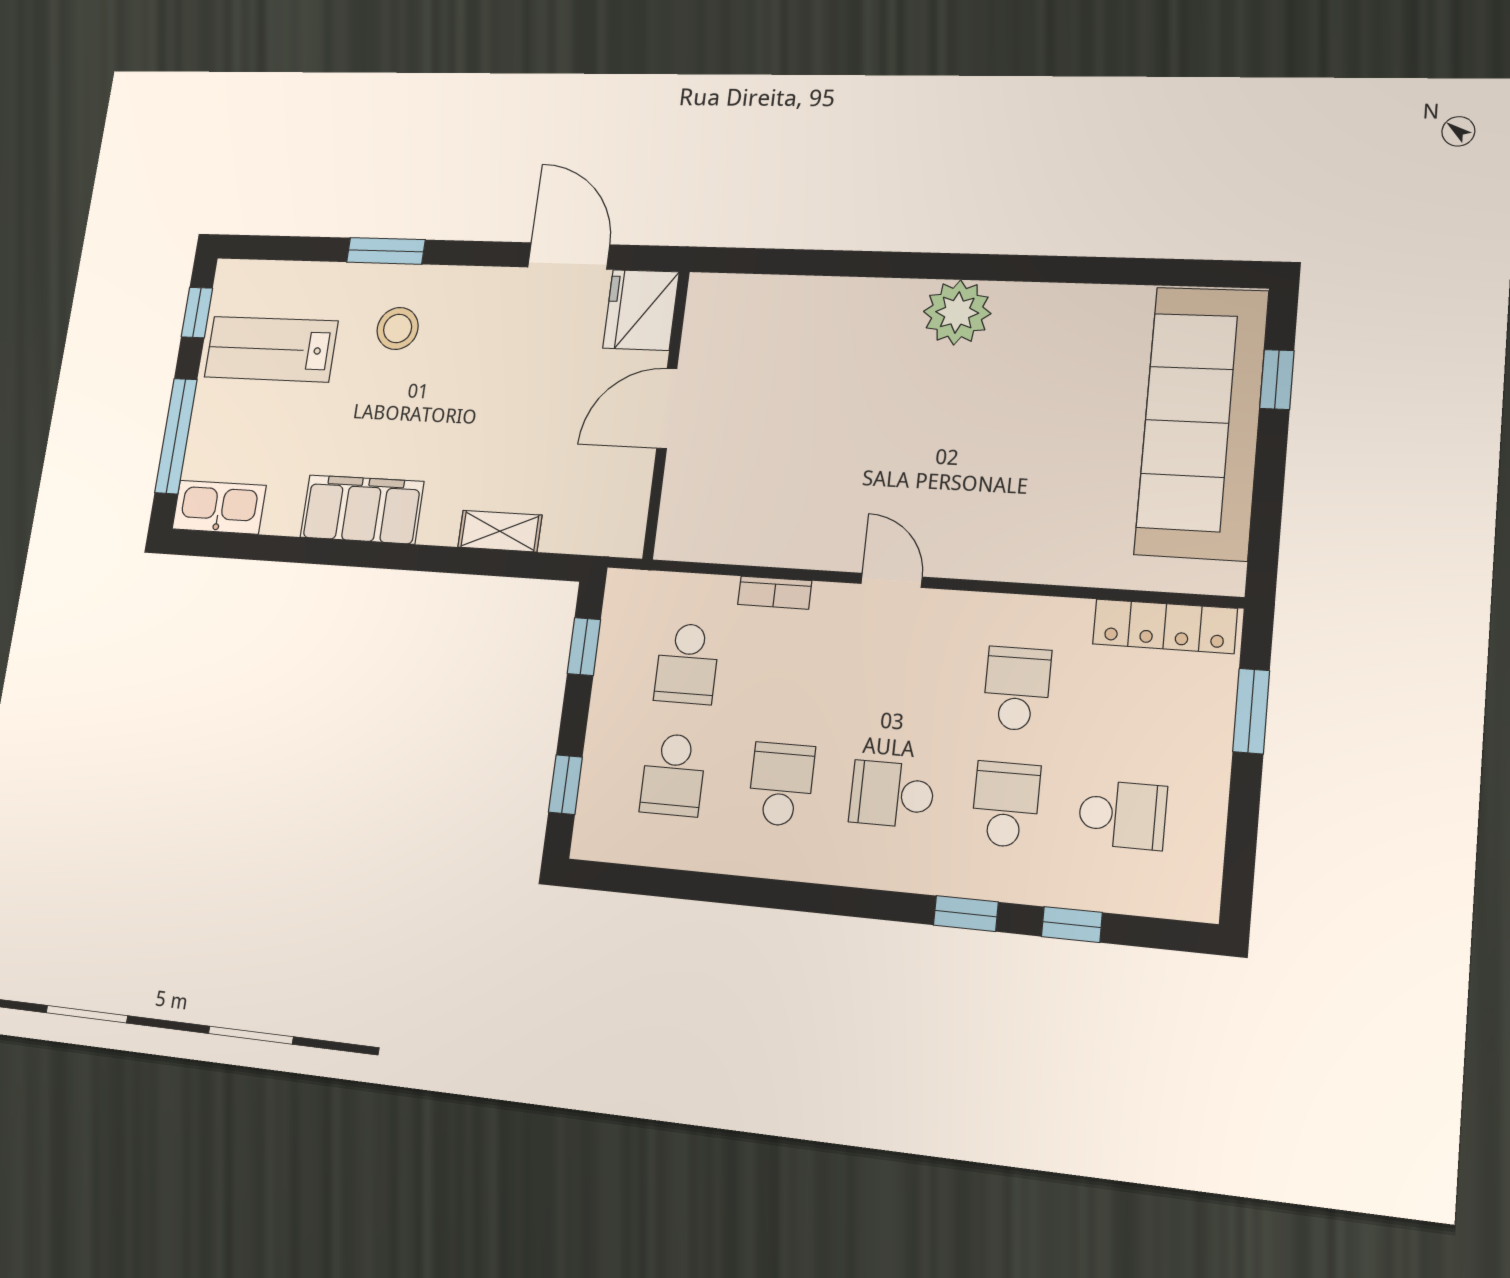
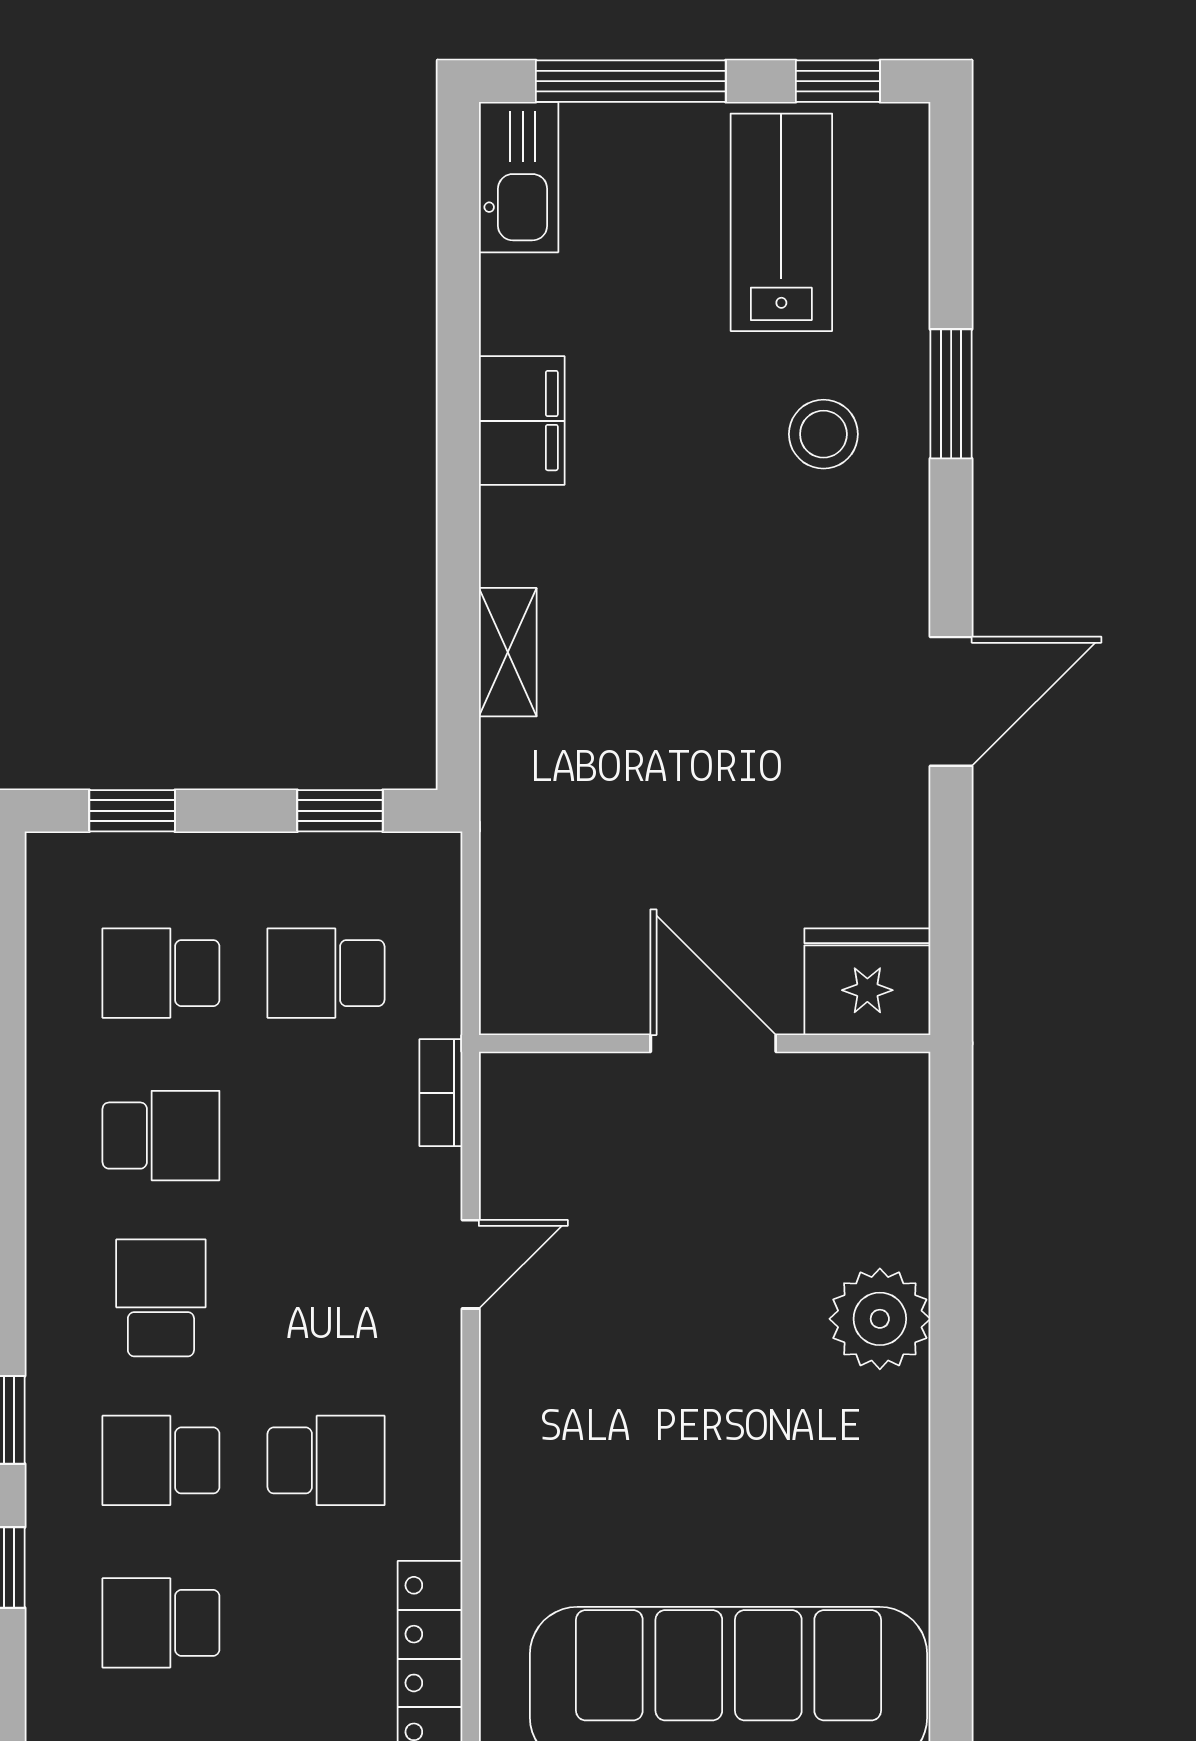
fridge: (641, 310) -> (867, 982), moved
door: (667, 408) -> (713, 1043), moved
wall: (666, 414) -> (705, 1043), moved
filing cabinet: (362, 509) -> (522, 421), width x0.67, depth x0.86
school desk: (1006, 804) -> (161, 1460), turned 180
school desk: (1122, 815) -> (161, 1623), turned 90

